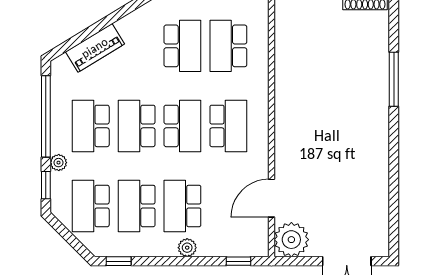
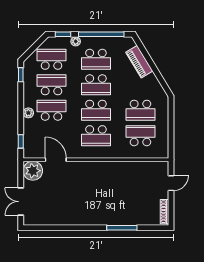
school desk: (91, 126) -> (96, 59), turned 180
school desk: (137, 126) -> (96, 85), turned 180

